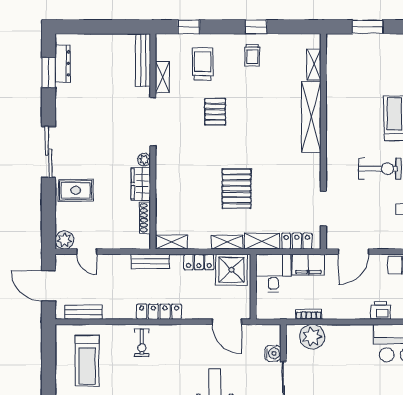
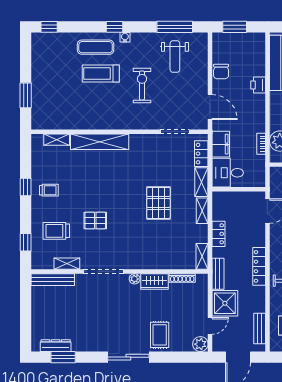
pallet: (237, 189) -> (158, 203), turned 90
shower: (231, 270) -> (225, 303), moved

